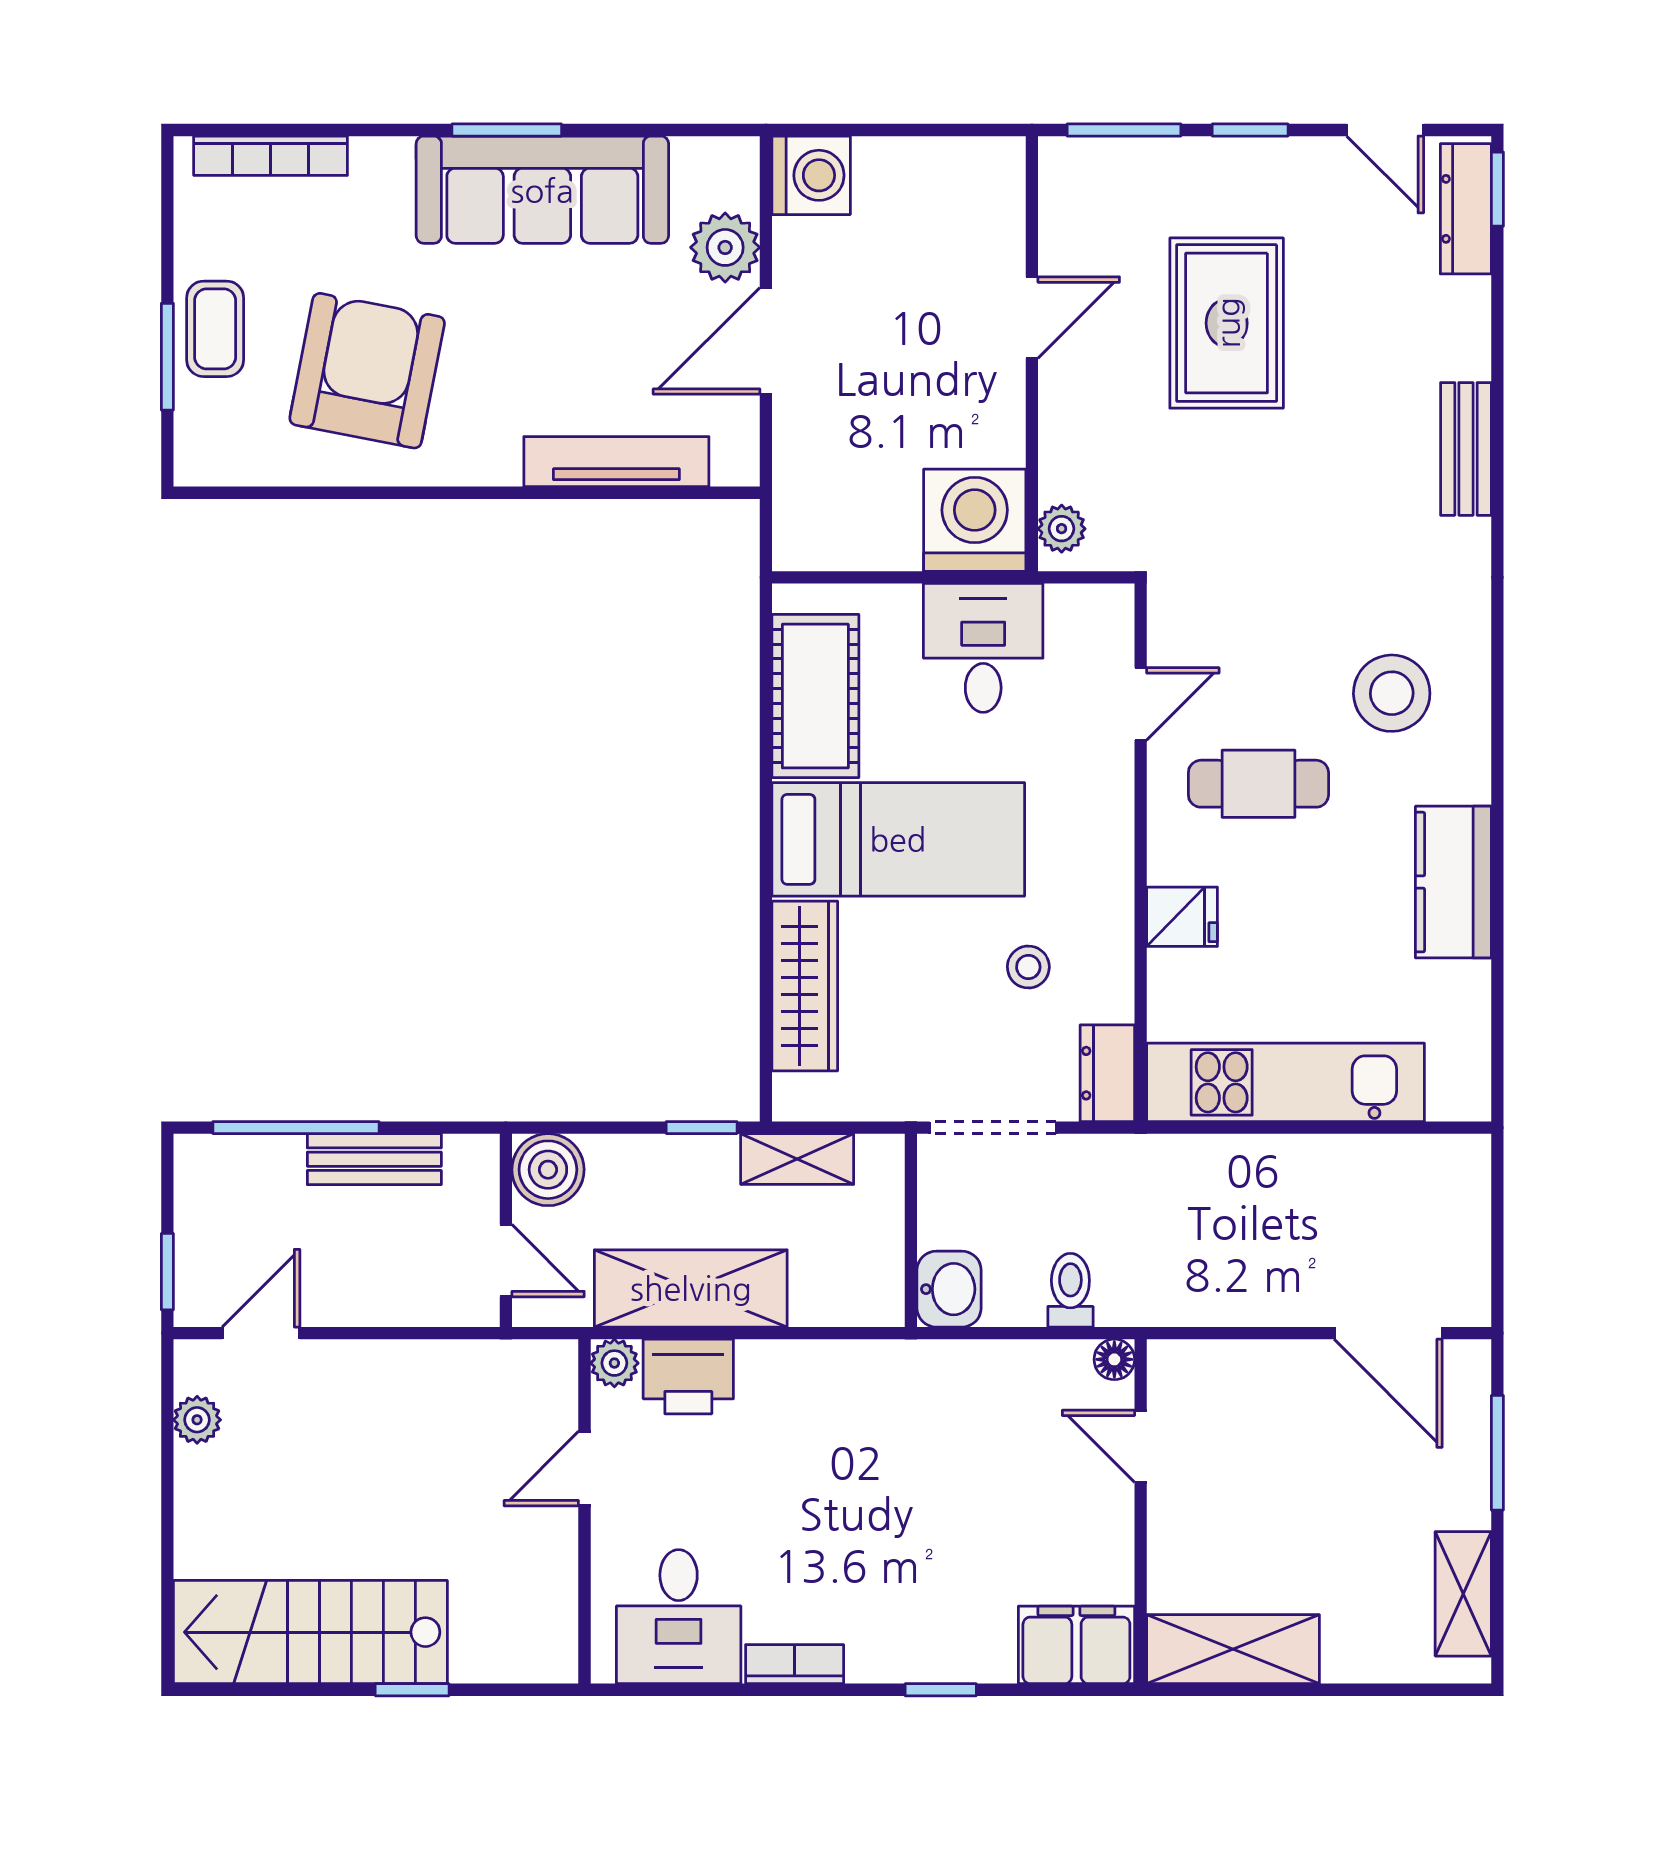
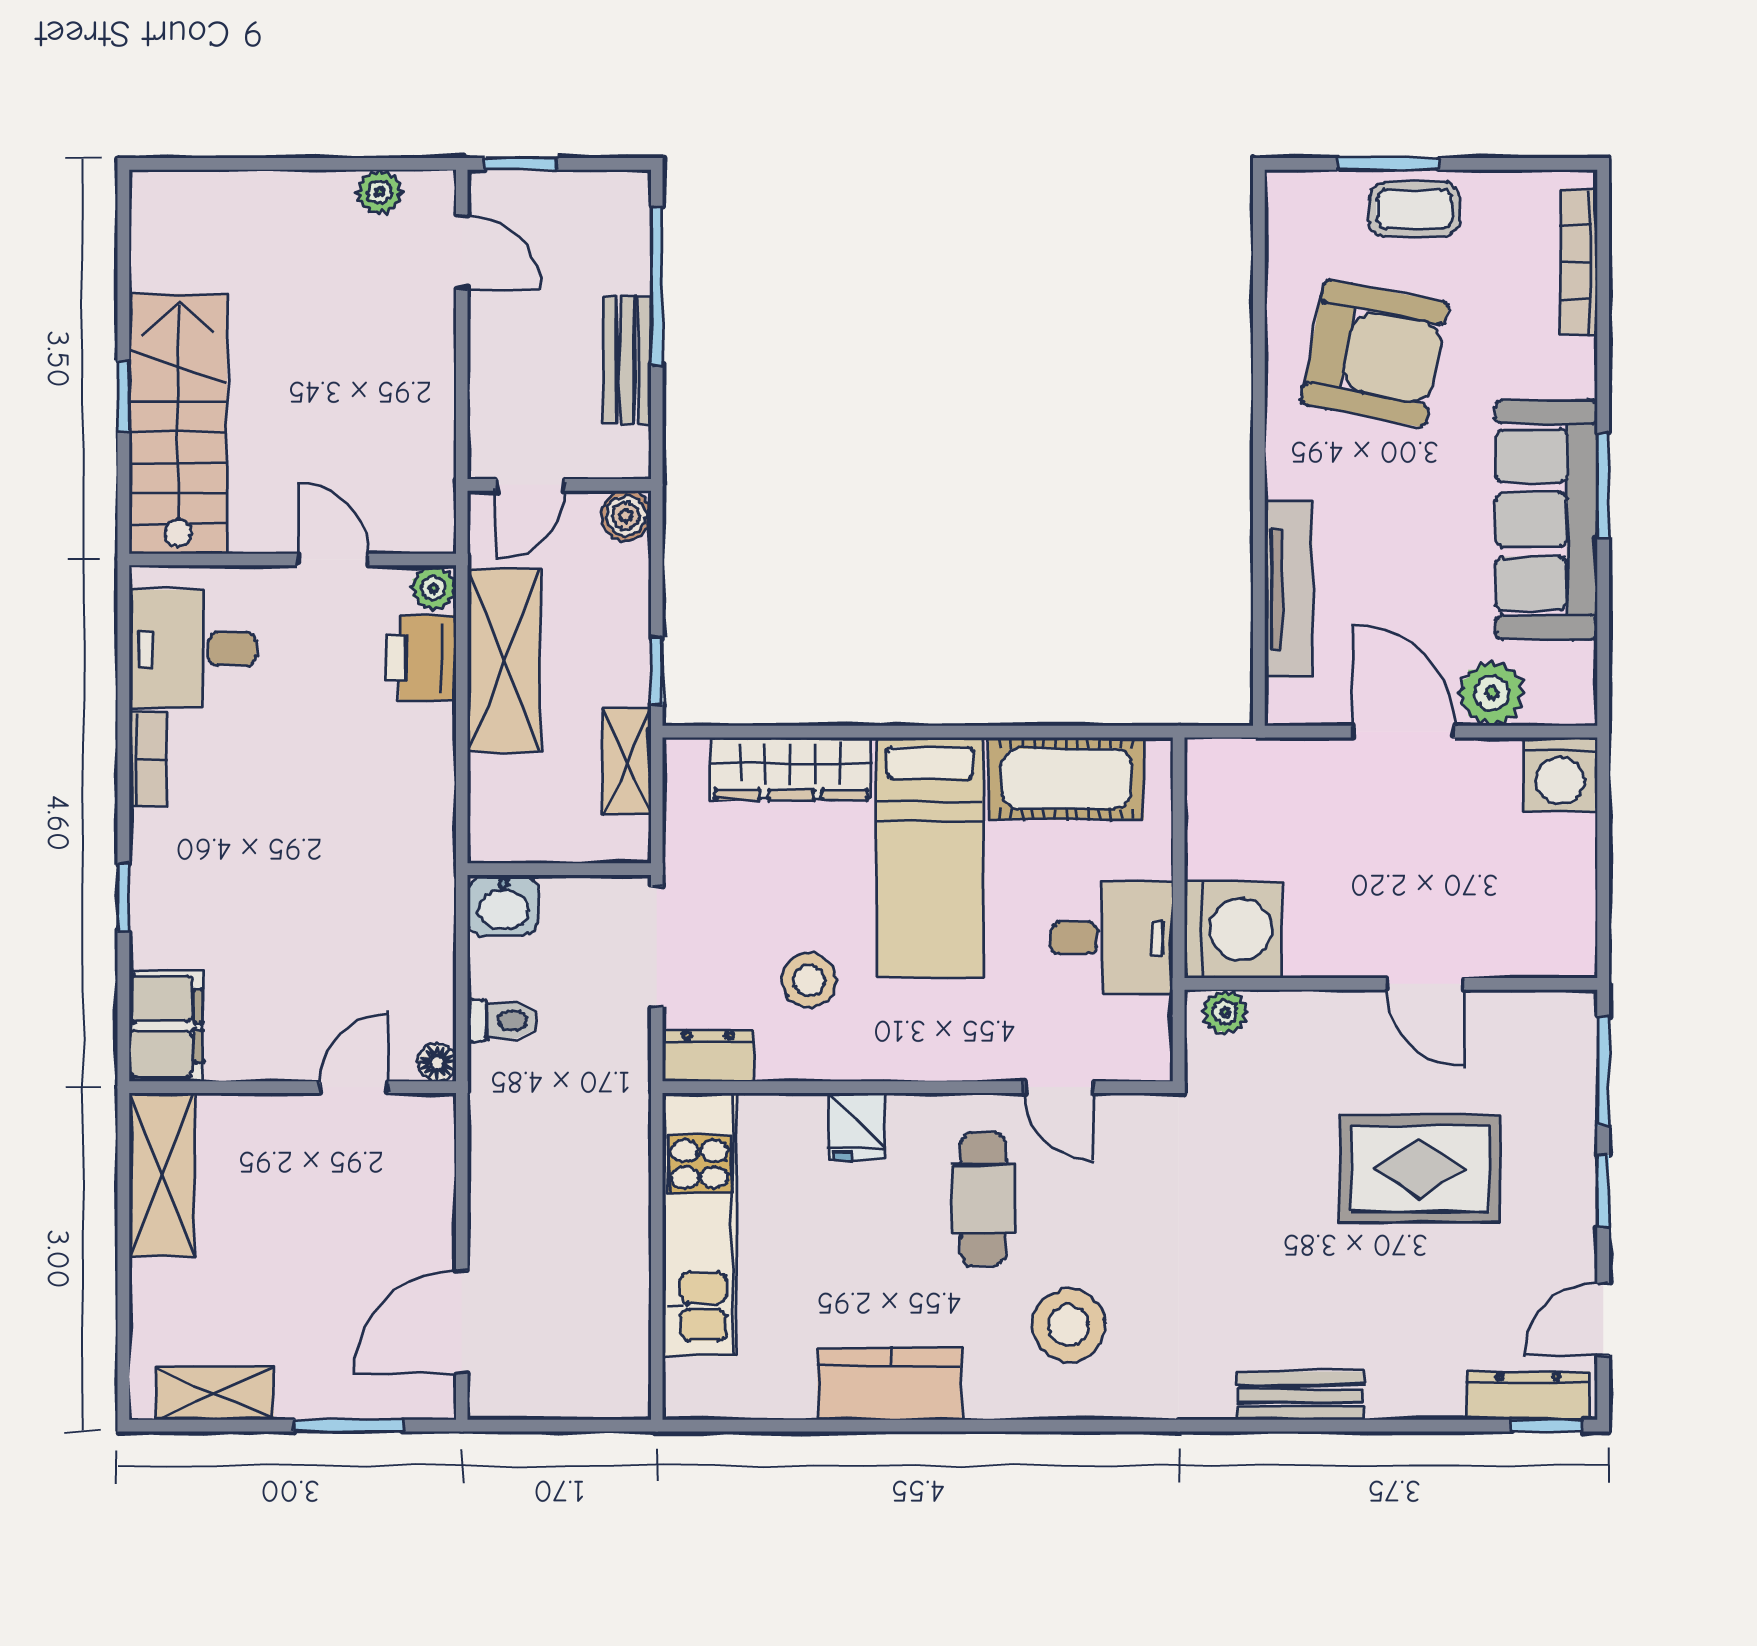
stool: (1028, 967) -> (809, 981), width x1.37, depth x1.37
boiler: (548, 1170) -> (626, 516), width x0.73, depth x0.73
stairs: (310, 1632) -> (178, 424), moved

